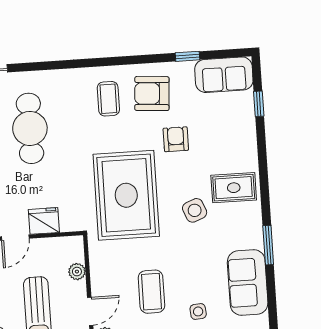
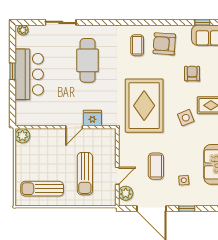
window: (187, 56) -> (202, 22), moved
armchair: (176, 139) -> (192, 74), moved
plant: (77, 272) -> (111, 151), removed

